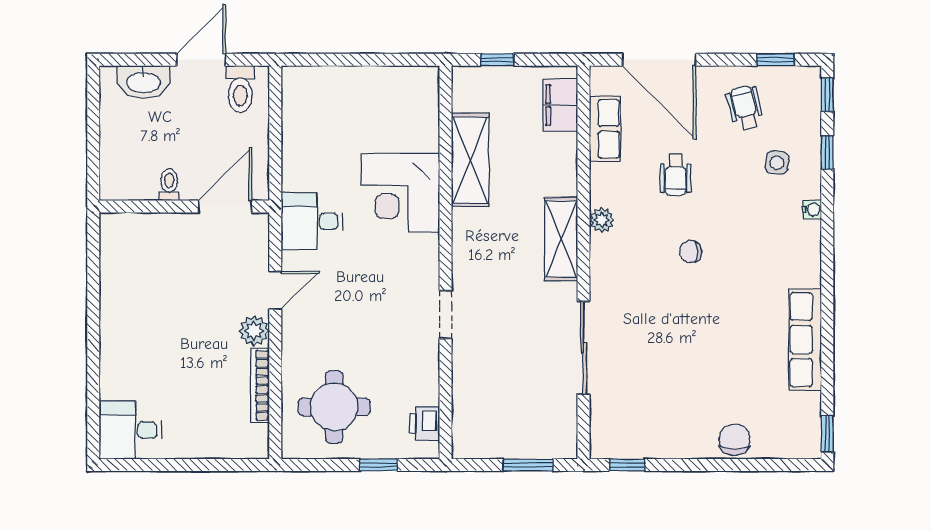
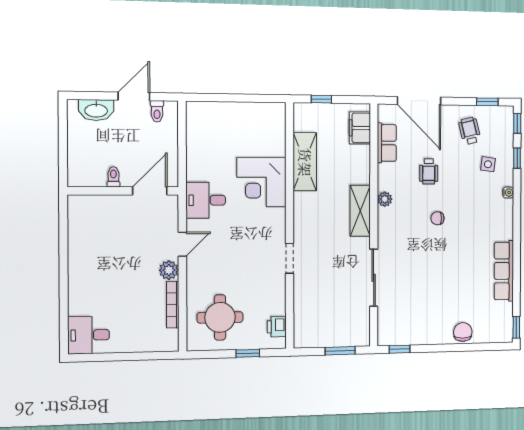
toilet: (240, 89) -> (157, 111), width x0.73, depth x0.72

